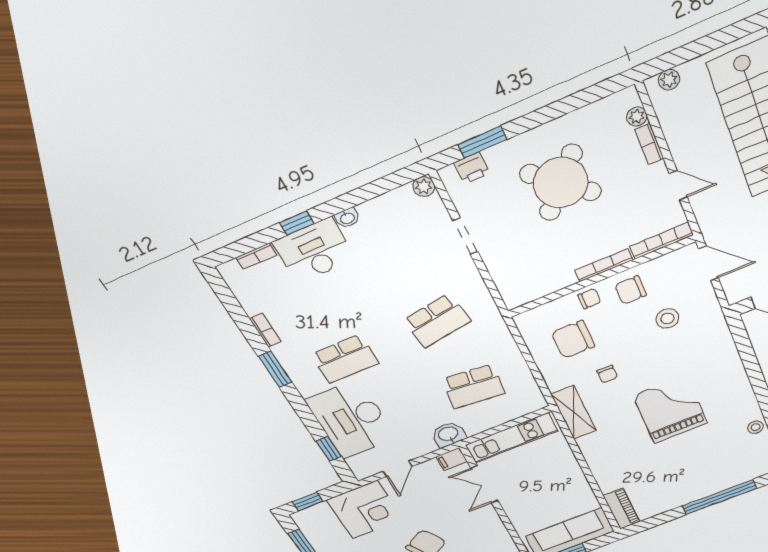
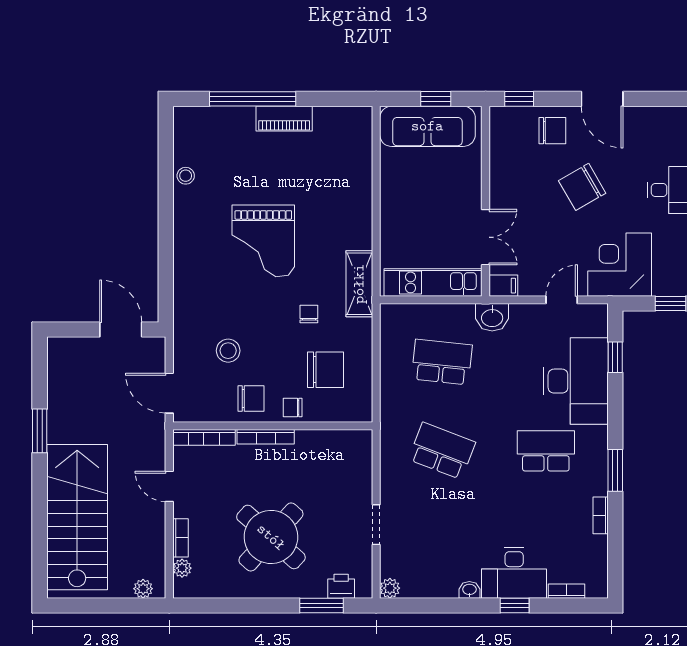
school desk: (437, 321) -> (442, 451), turned 30
piano: (622, 509) -> (284, 119), moved, turned -90

